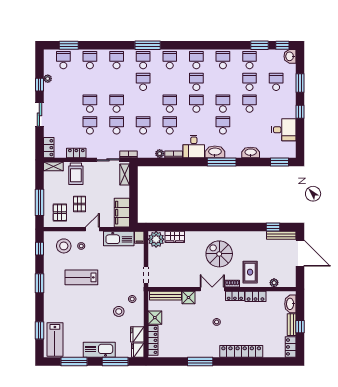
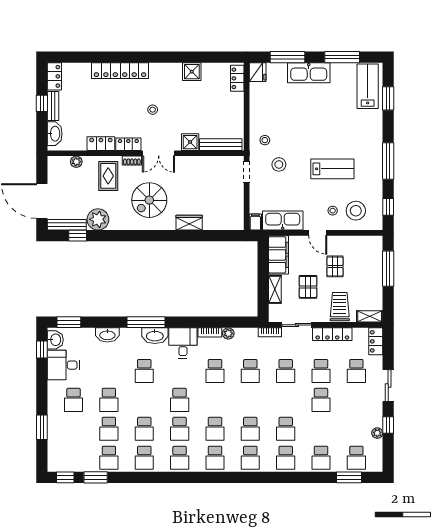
window: (148, 45) -> (244, 477), removed
washbasin: (290, 56) -> (55, 340), moved
school desk: (276, 82) -> (74, 400), moved
school desk: (117, 104) -> (286, 429), moved
school desk: (170, 104) -> (215, 429), moved
school desk: (223, 104) -> (144, 429), moved
window: (300, 112) -> (42, 350), moved
school desk: (63, 125) -> (356, 371), added
locker: (76, 153) -> (332, 334), width x1.53
shelving: (125, 175) -> (275, 289), moved
pallet: (60, 213) -> (308, 287), moved
door: (92, 229) -> (318, 233), hinge flipped
wardrobe: (175, 237) -> (189, 223), moved
plant: (156, 239) -> (98, 219), moved
spiral stairs: (219, 254) -> (149, 200), turned 90
window: (39, 283) -> (388, 161), width x1.44
stool: (119, 311) -> (279, 164), moved
shower: (155, 318) -> (192, 72), moved
fridge: (137, 334) -> (258, 93), removed
locker: (153, 340) -> (237, 78), width x0.66
window: (200, 361) -> (174, 57), removed

